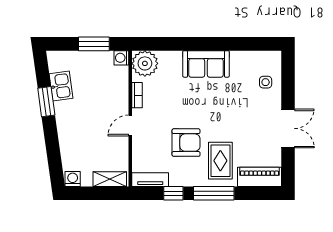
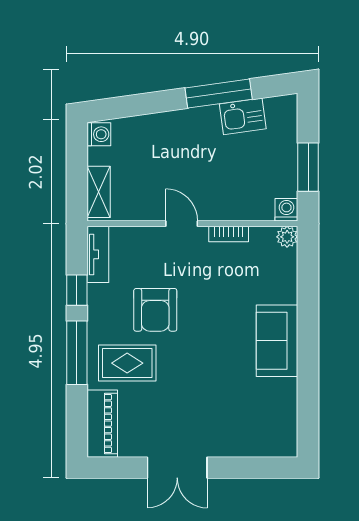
plant: (145, 63) -> (287, 237), width x0.53, depth x0.53
side table: (266, 82) -> (249, 433), removed
window: (46, 102) -> (219, 94), width x1.44

